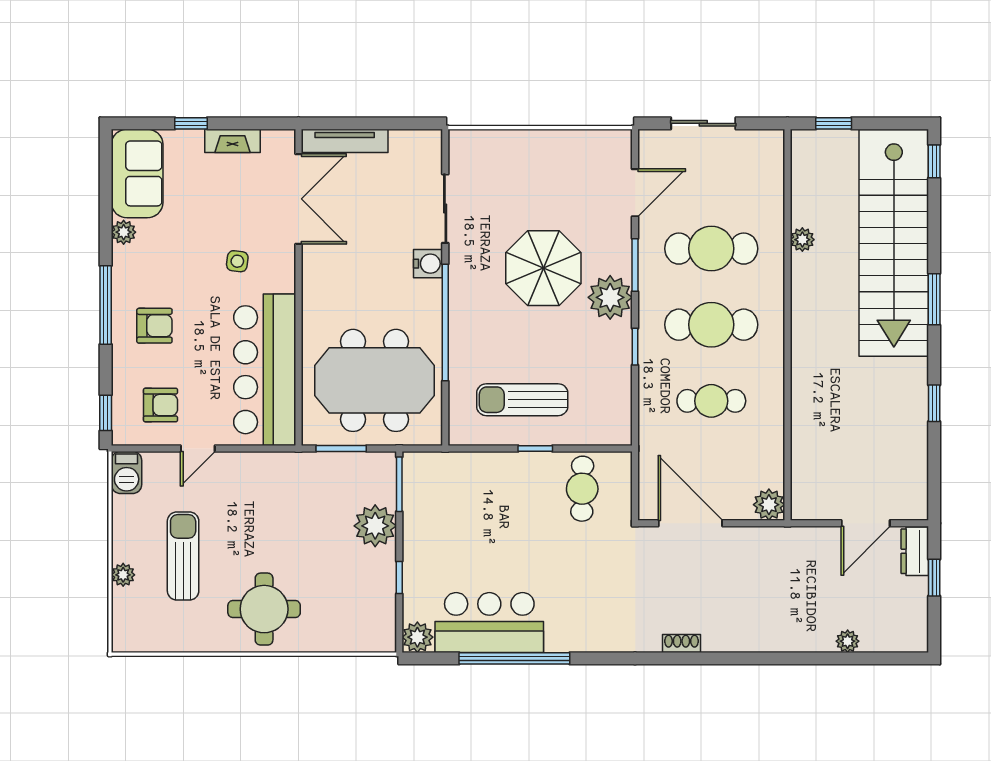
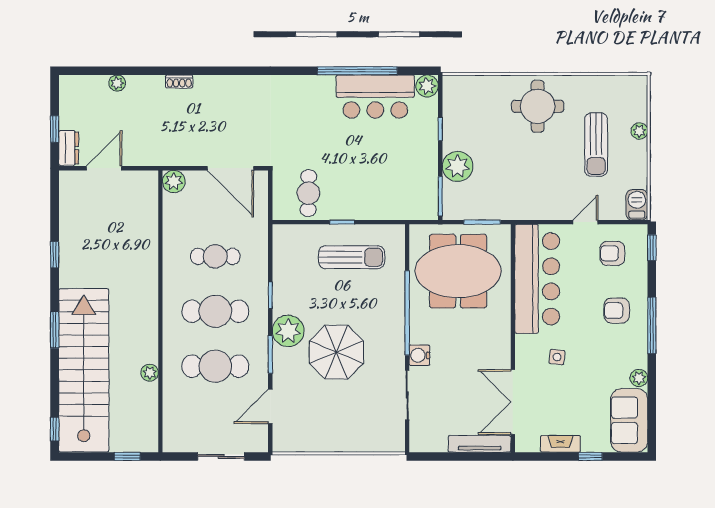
shoe rack: (681, 644) -> (179, 81), moved

